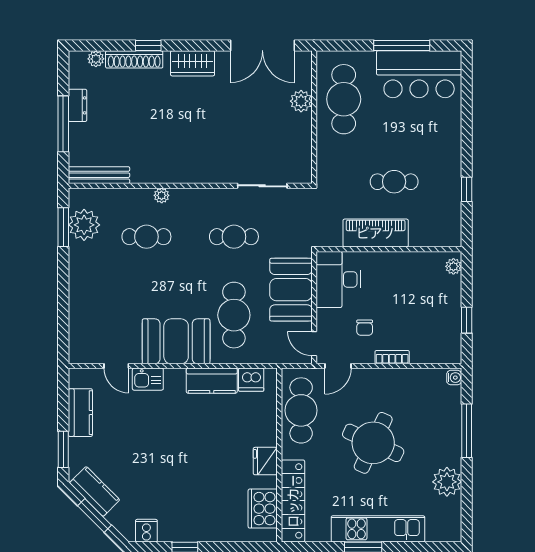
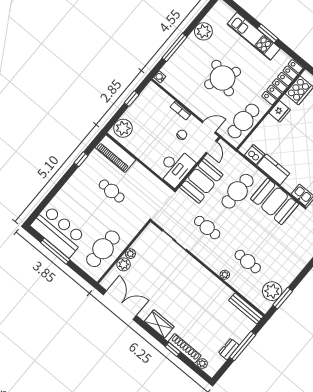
plant: (304, 122) -> (130, 254), added
piano: (376, 233) -> (115, 154), moved
plant: (453, 266) -> (123, 128), width x1.88, depth x1.88

